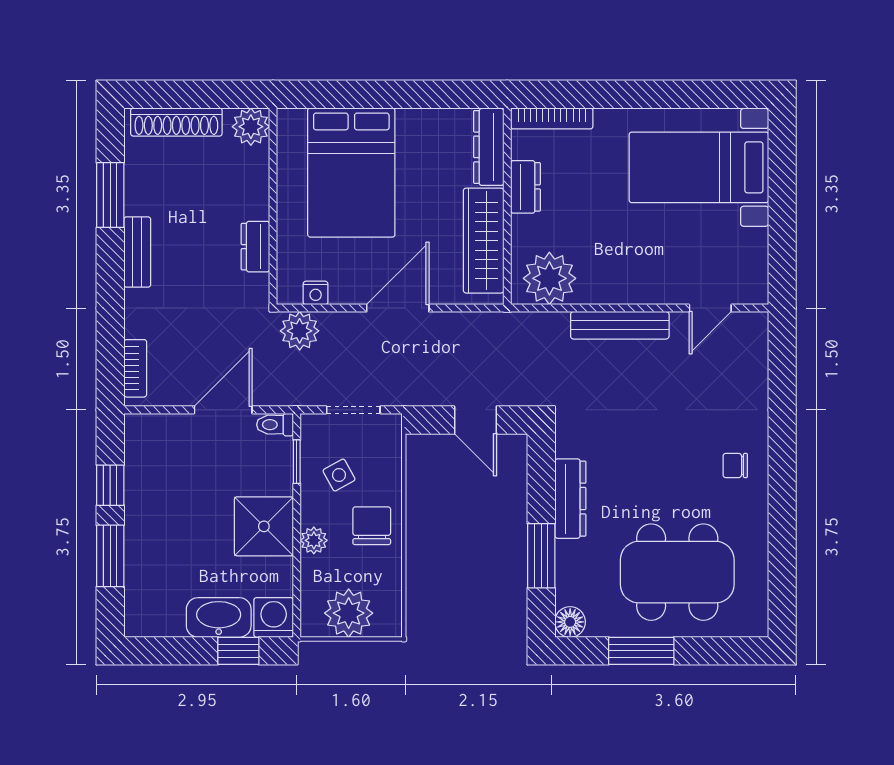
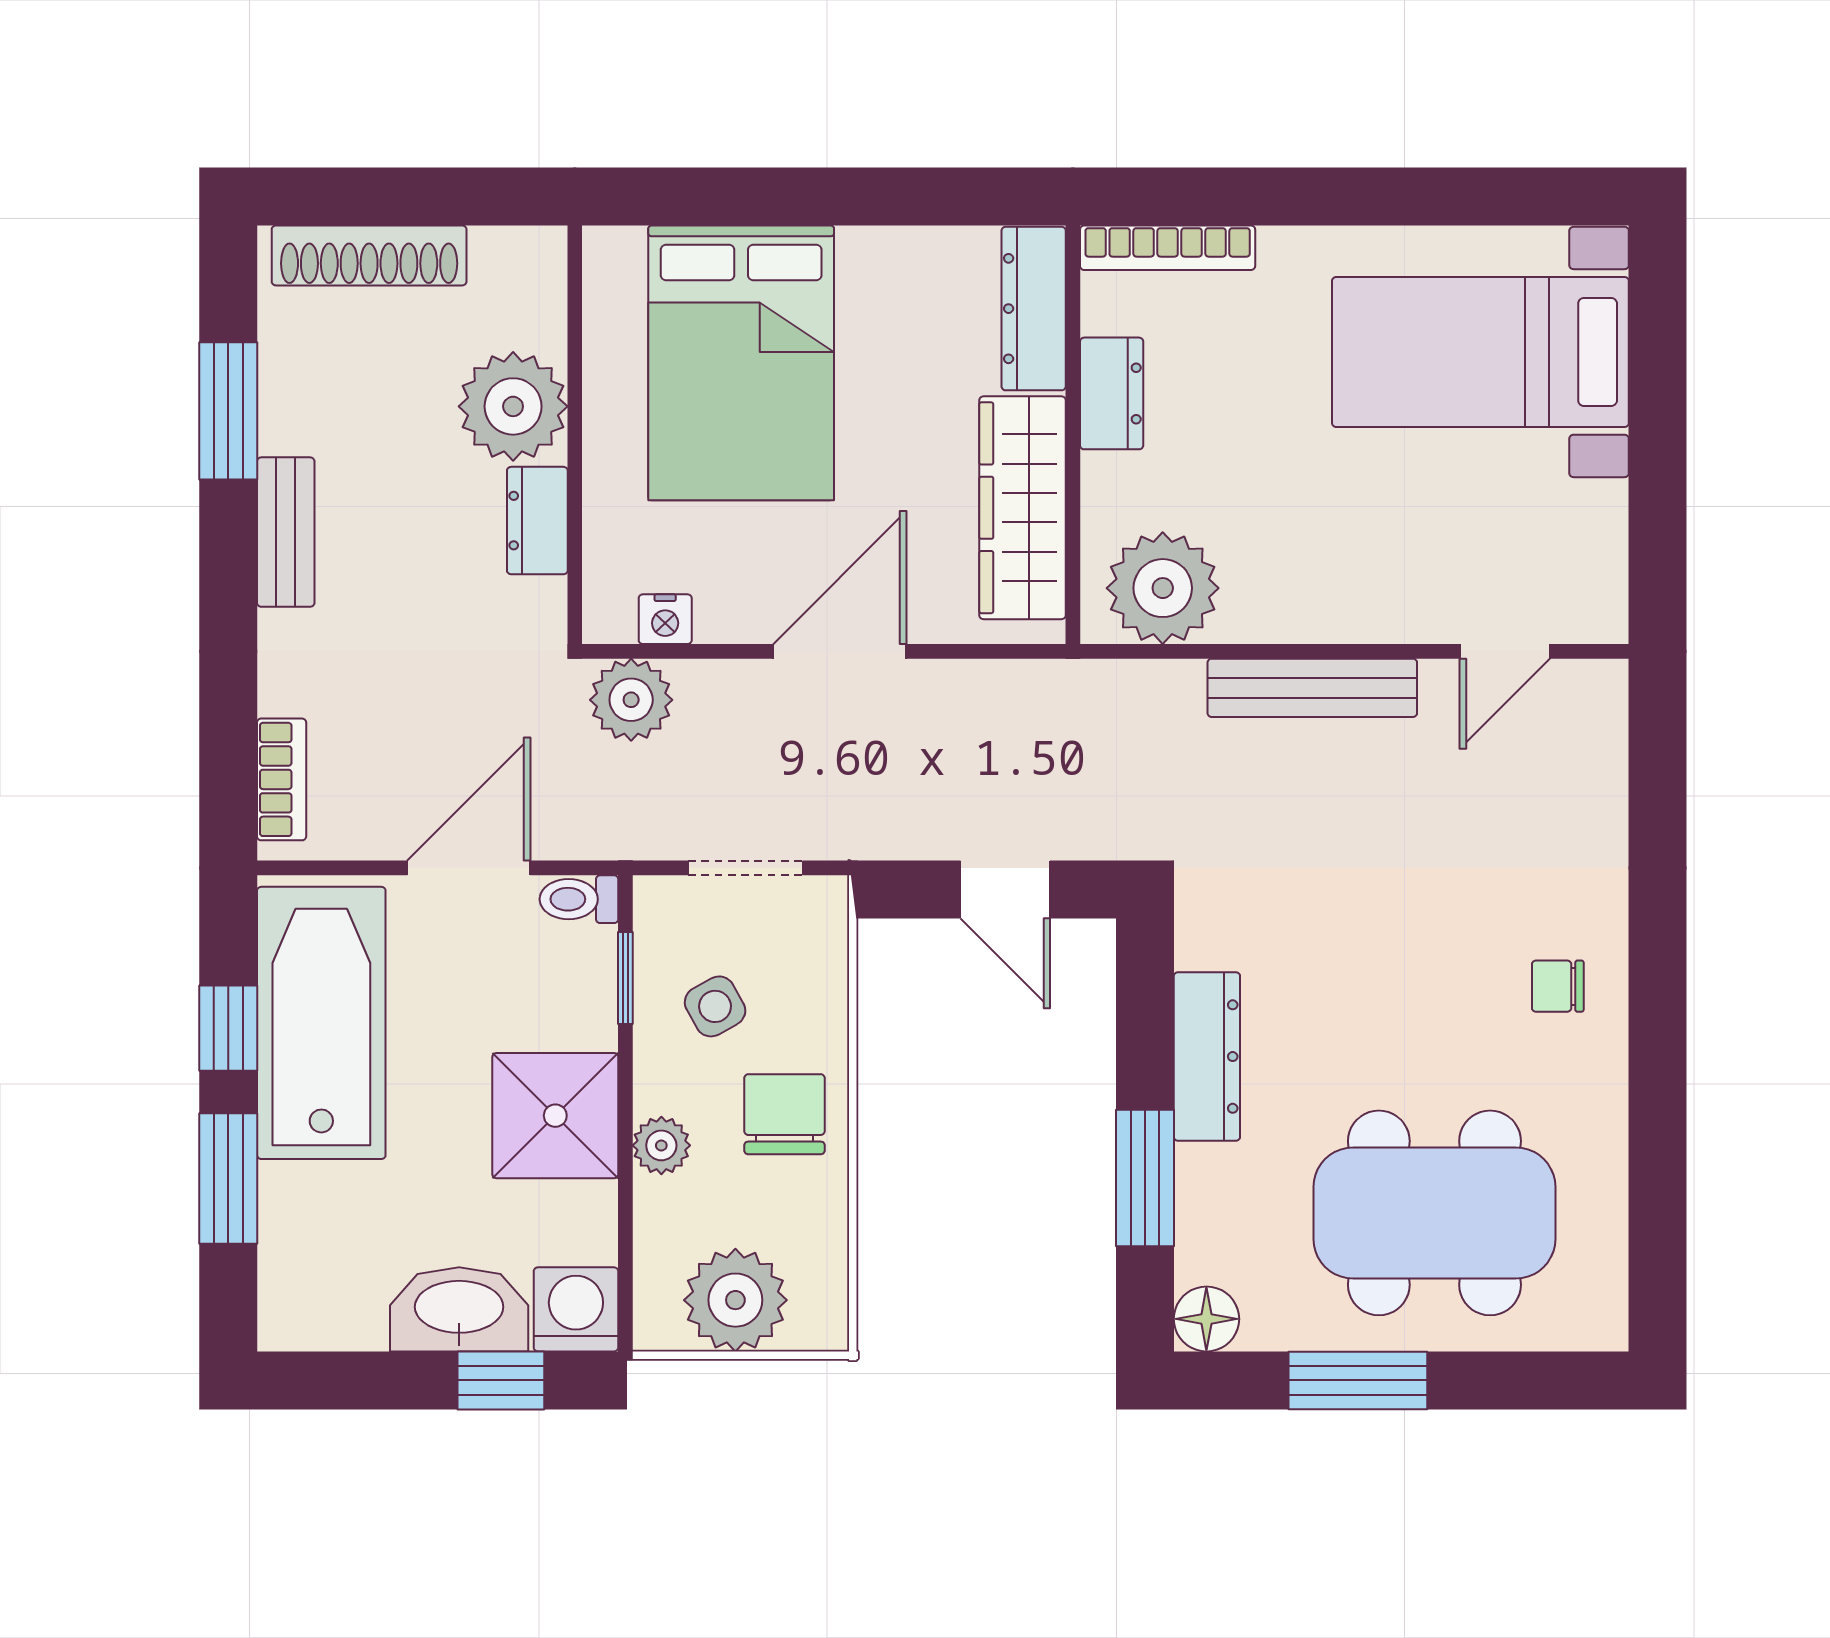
plant: (251, 127) -> (513, 406), moved, width x1.36, depth x1.36
bathtub: (154, 483) -> (321, 1023), added

